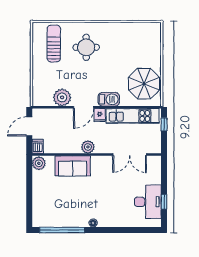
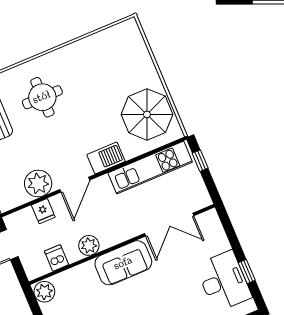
fridge: (100, 115) -> (43, 211), moved
dishwasher: (38, 146) -> (57, 258), moved
plant: (88, 147) -> (89, 245), moved
sofa: (73, 166) -> (123, 263), moved

